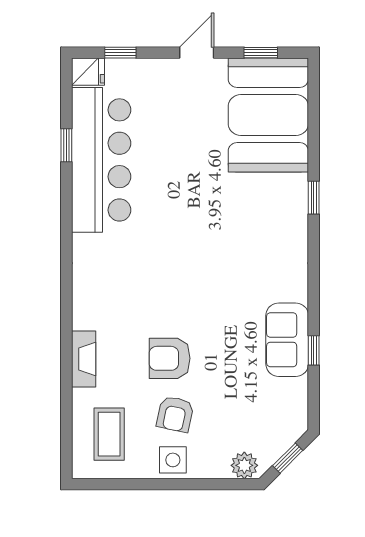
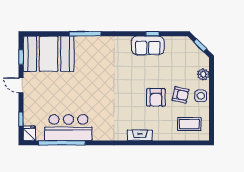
window: (66, 145) -> (62, 143), width x3.17
bar counter: (101, 160) -> (68, 128), width x0.73
window: (314, 198) -> (85, 34), width x2.17
fireplace: (84, 359) -> (140, 135), moved
plant: (244, 465) -> (203, 74), moved

